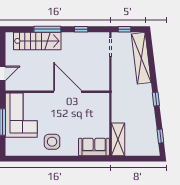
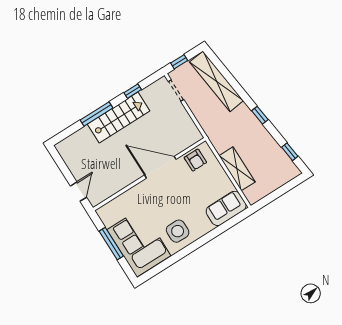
stairs: (37, 41) -> (119, 118), moved
armchair: (94, 102) -> (195, 160), added
corner sofa: (21, 115) -> (139, 243), moved
shelving: (118, 139) -> (237, 169), moved

